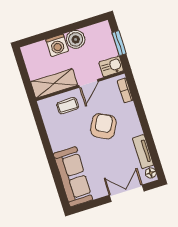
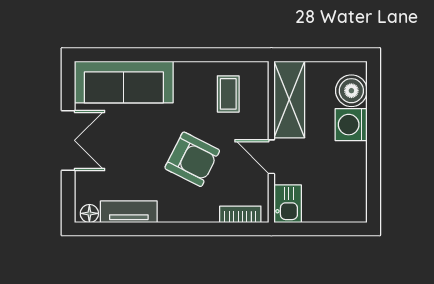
boiler: (76, 39) -> (351, 91), moved
window: (119, 43) -> (322, 229), removed
coffee table: (68, 106) -> (228, 94), moved
double door: (127, 193) -> (68, 140), moved

